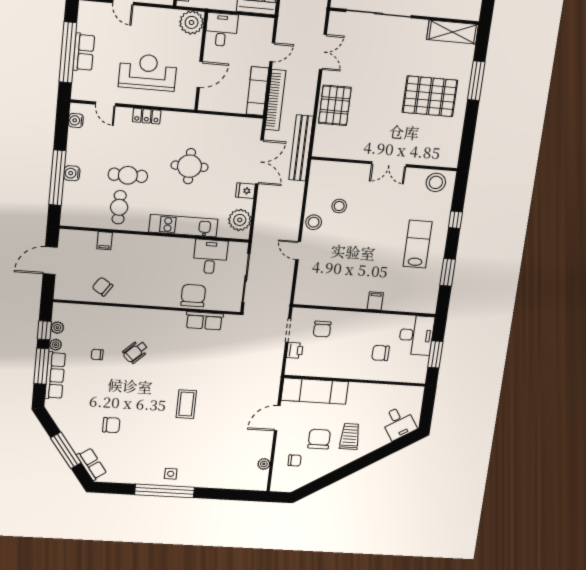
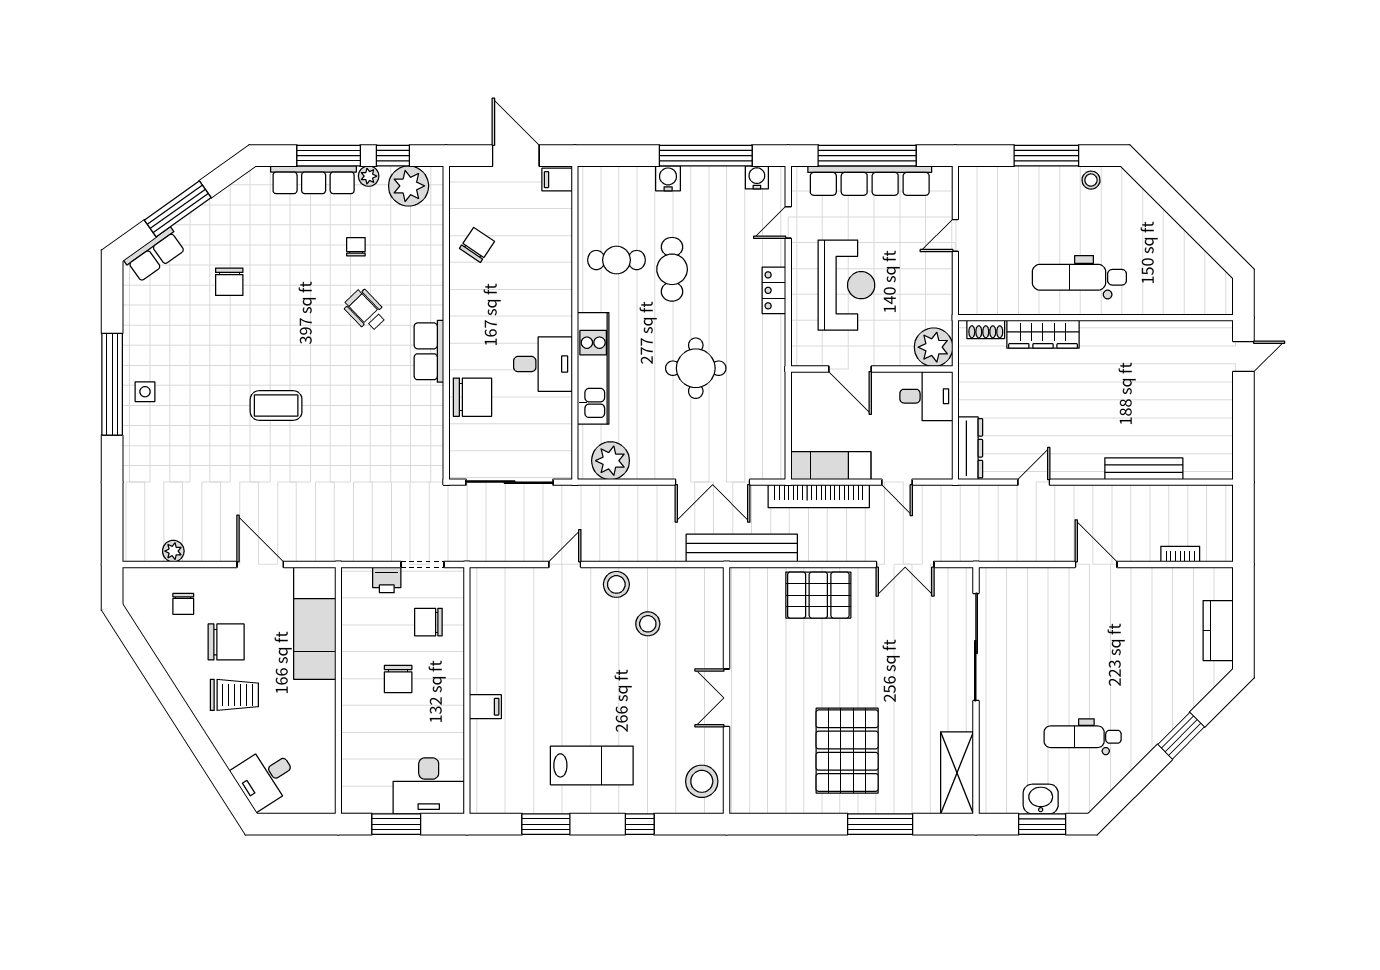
row of seats: (84, 52) -> (870, 181), width x2.02
window: (57, 178) -> (706, 156), moved
fridge: (245, 191) -> (662, 465), removed
filing cabinet: (105, 241) -> (557, 180), moved
desk: (210, 257) -> (543, 364), moved
row of seats: (204, 321) -> (429, 351), moved
plant: (57, 328) -> (409, 186), width x1.87, depth x1.87
chair: (381, 353) -> (398, 679), moved, turned 180

